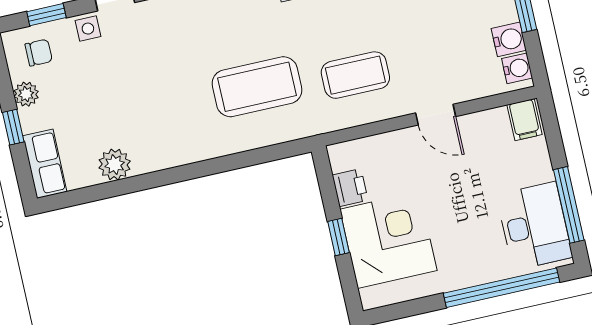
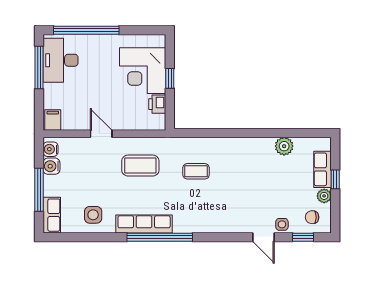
coffee table: (257, 87) -> (196, 171), width x0.54, depth x0.58
row of seats: (45, 164) -> (322, 169), moved

